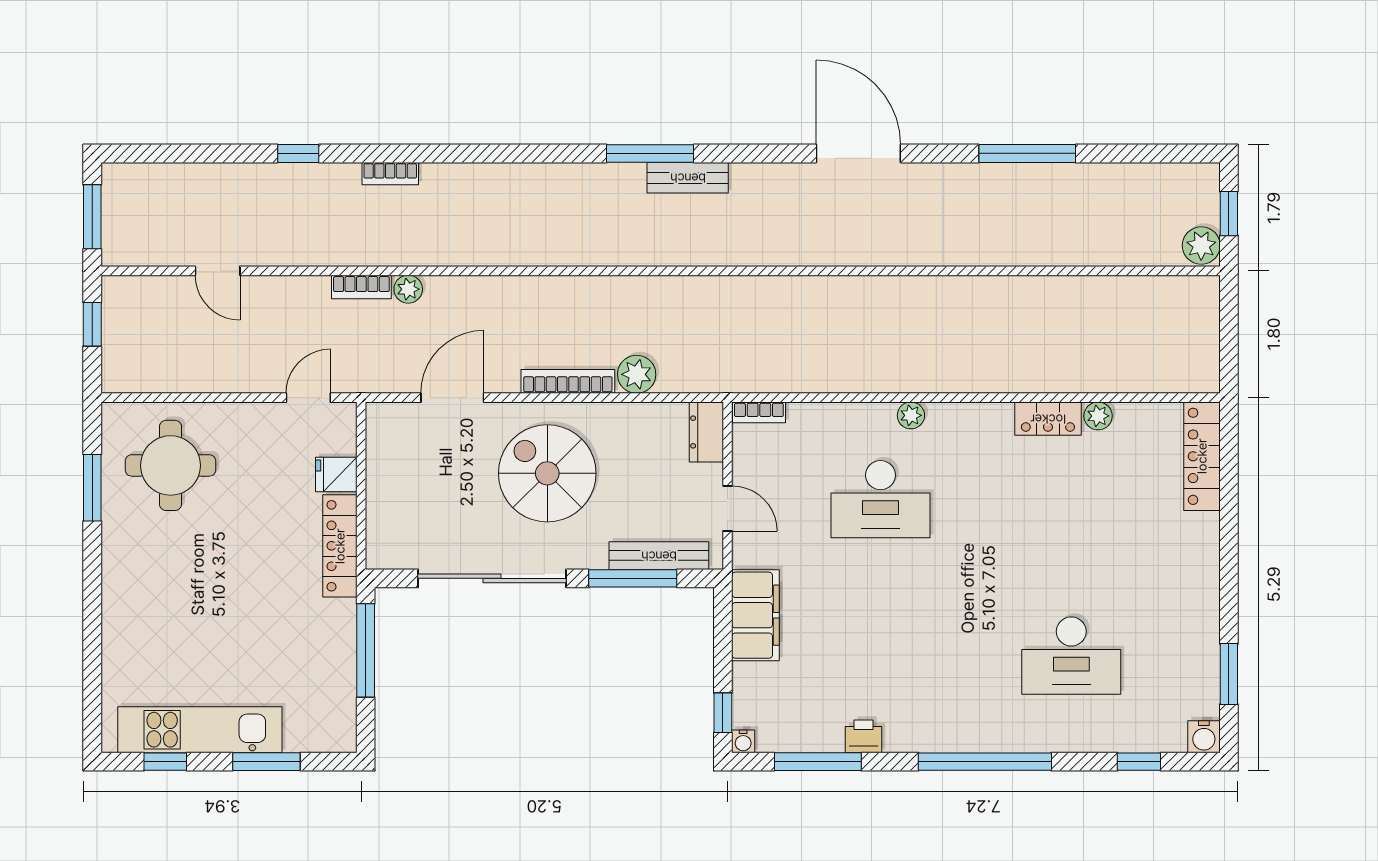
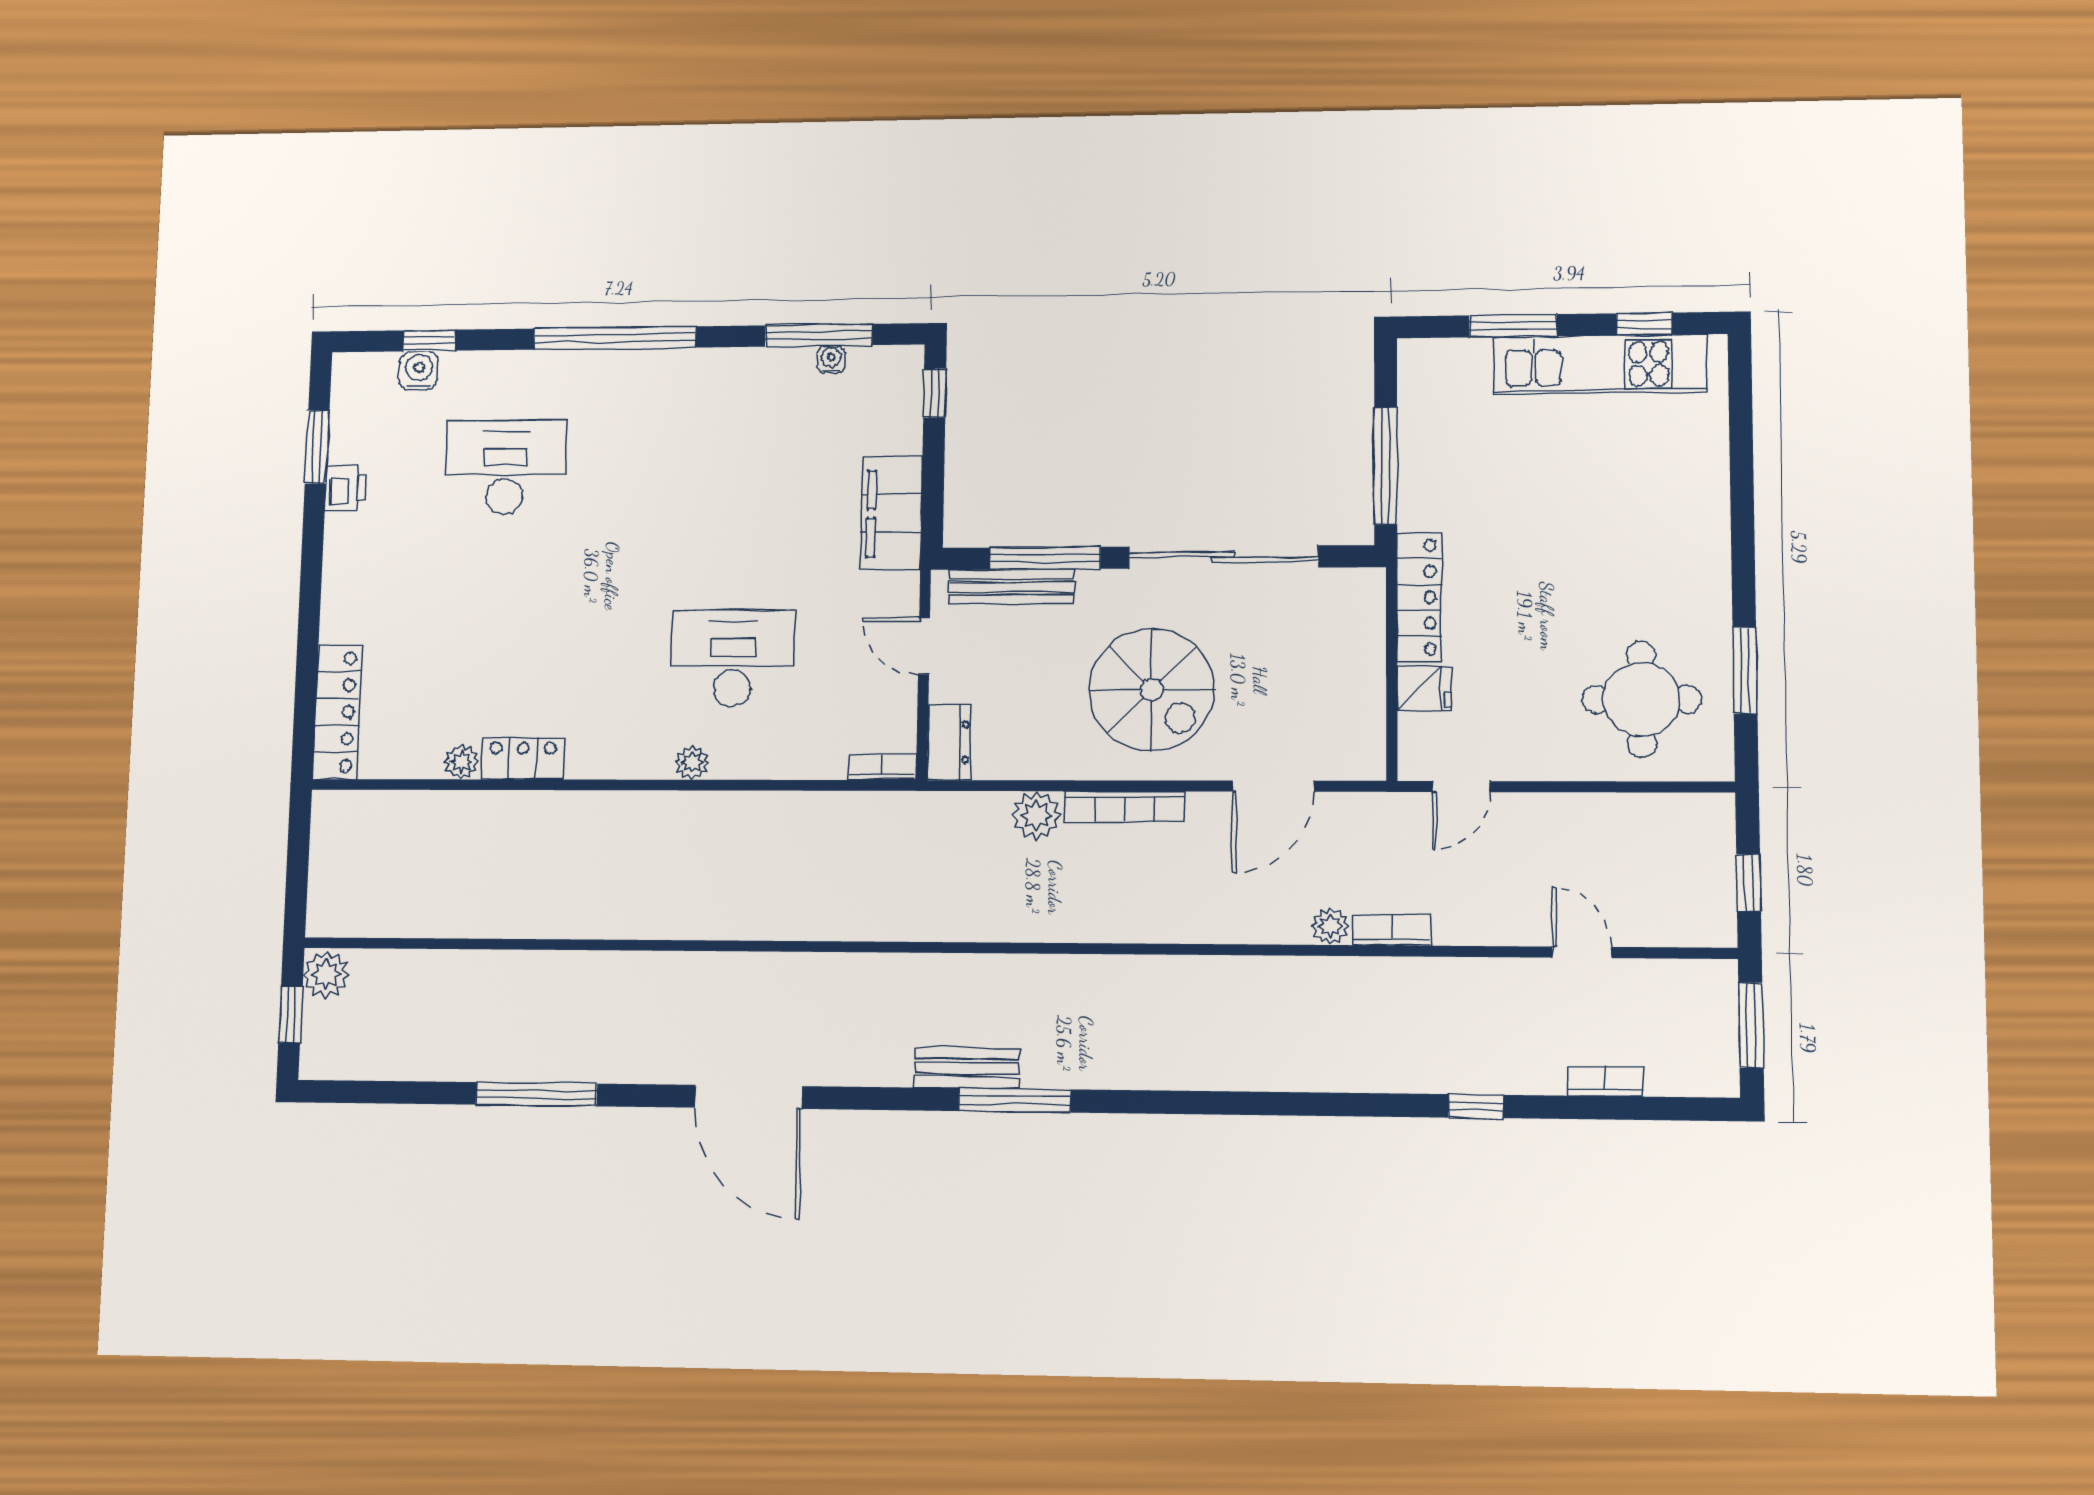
bookcase: (390, 174) -> (1605, 1081), moved
printer: (864, 736) -> (345, 488), moved, turned -90
water cooler: (1204, 737) -> (419, 371), moved
water cooler: (743, 741) -> (831, 360), moved

